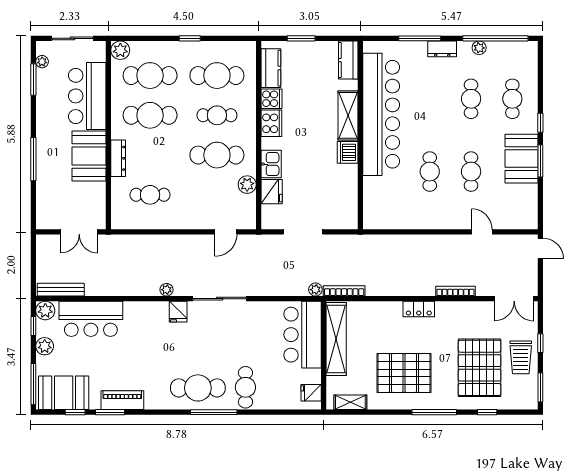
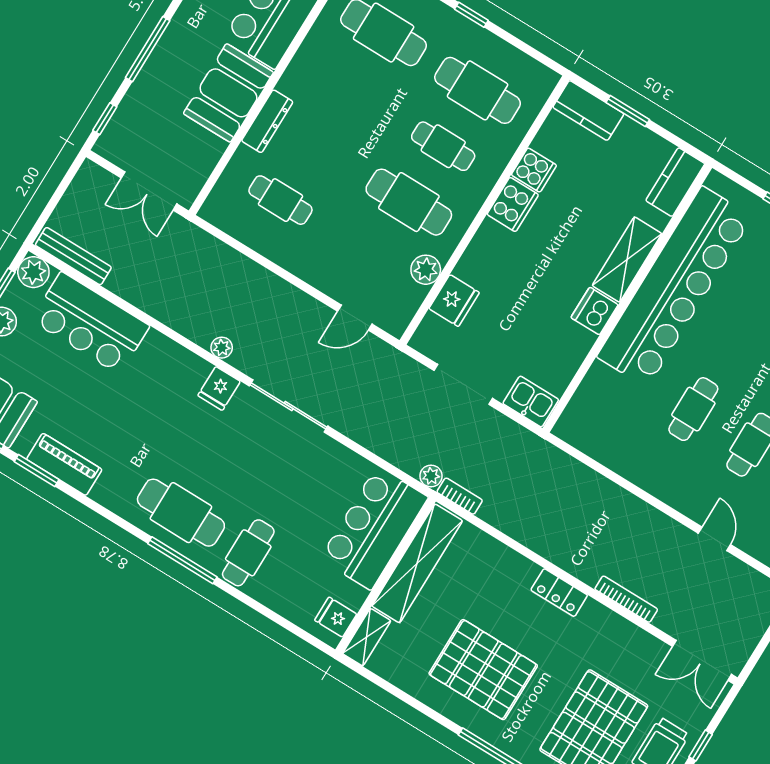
kitchen counter: (271, 68) -> (588, 111), moved, turned 90
cafe table: (150, 115) -> (349, 88), removed
kitchen sink: (271, 164) -> (531, 402), moved, turned -90
window: (33, 209) -> (105, 119), added
bookcase: (344, 291) -> (460, 496), width x0.64
shelving: (350, 402) -> (367, 637), moved, turned 90

